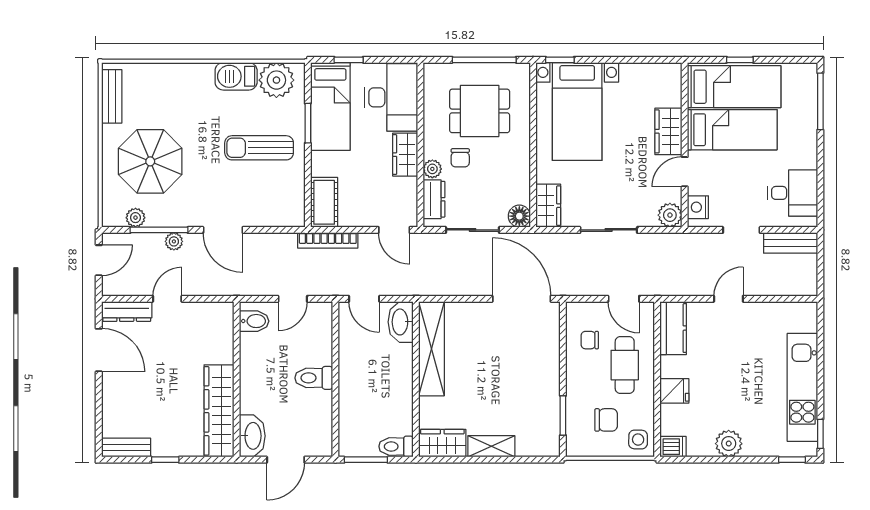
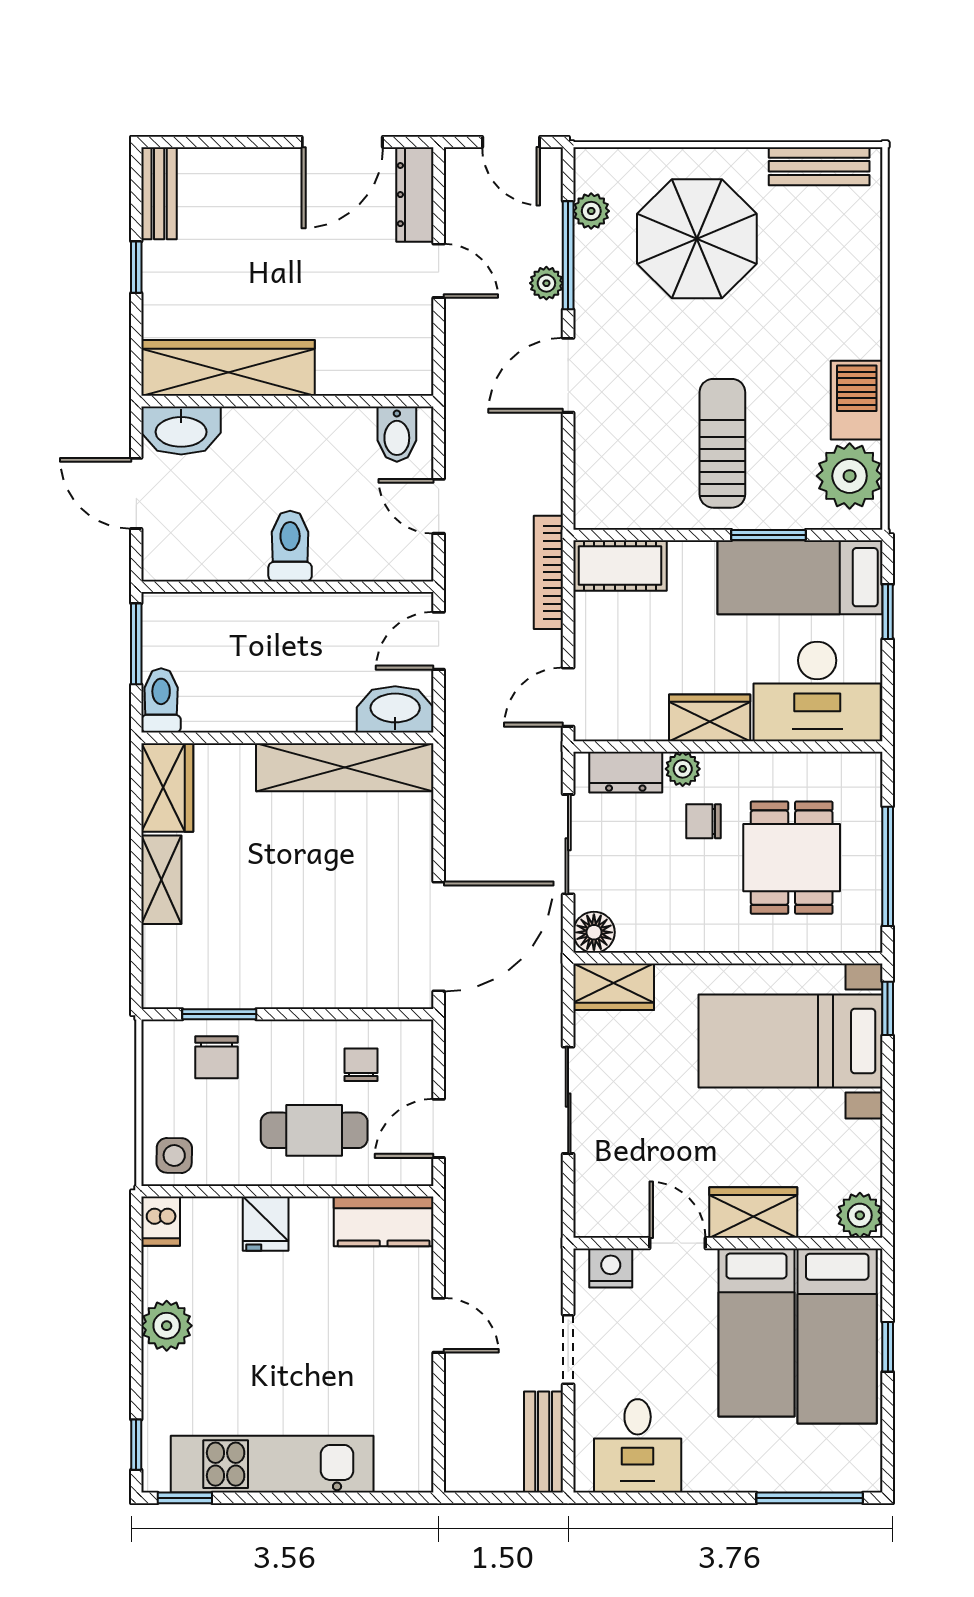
plant: (670, 215) -> (860, 1215), moved
chair: (606, 420) -> (216, 1057), moved

